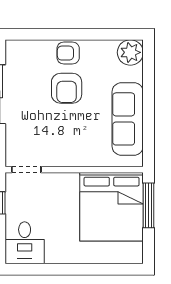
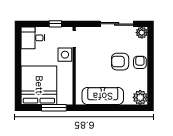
plant: (15, 50) -> (142, 33), added
side table: (54, 186) -> (65, 55), added
bed: (112, 207) -> (39, 85), moved, turned 90

